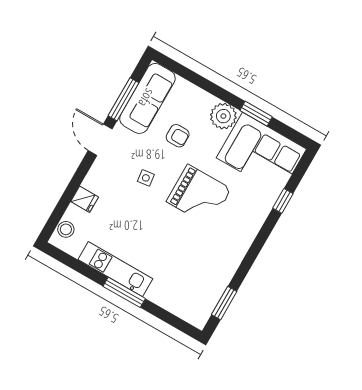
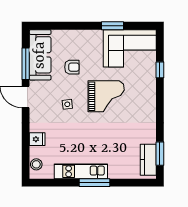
plant: (223, 116) -> (93, 39), removed
kitchen counter: (206, 302) -> (148, 160), added

